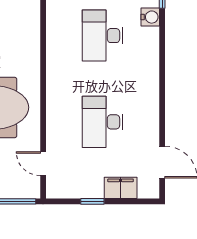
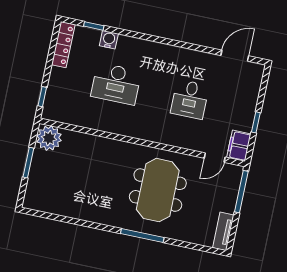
desk: (103, 122) -> (190, 99), width x0.73
filing cabinet: (121, 188) -> (239, 146), moved

